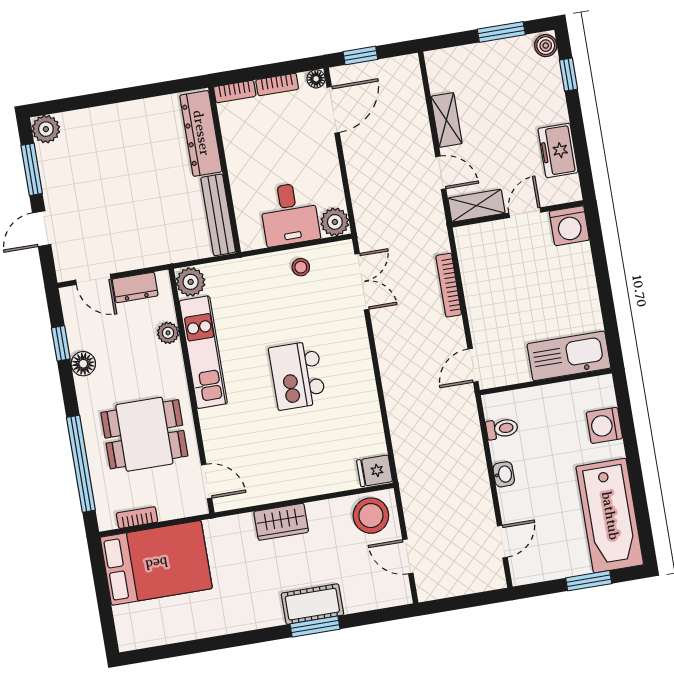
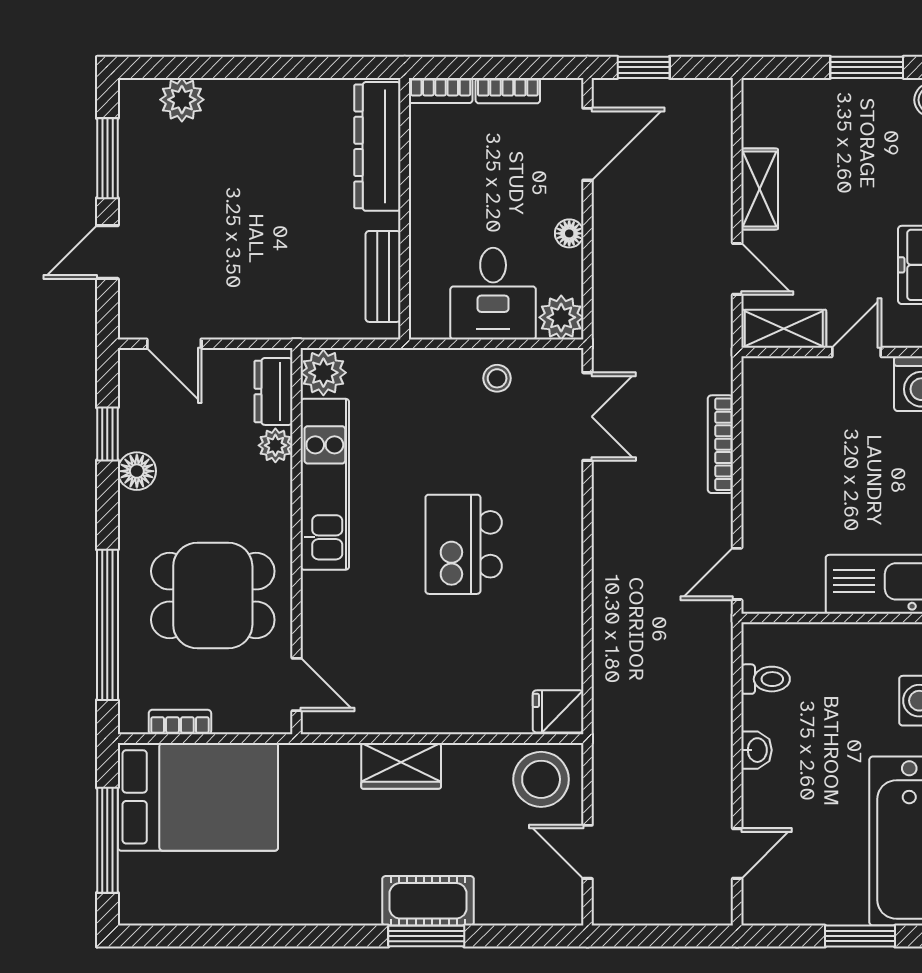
floor lamp: (316, 79) -> (569, 233), moved
plant: (46, 129) -> (182, 100), moved
bench: (218, 215) -> (383, 276), width x0.73
dresser: (135, 287) -> (274, 391), moved, turned 90
window: (104, 600) -> (107, 840), added

